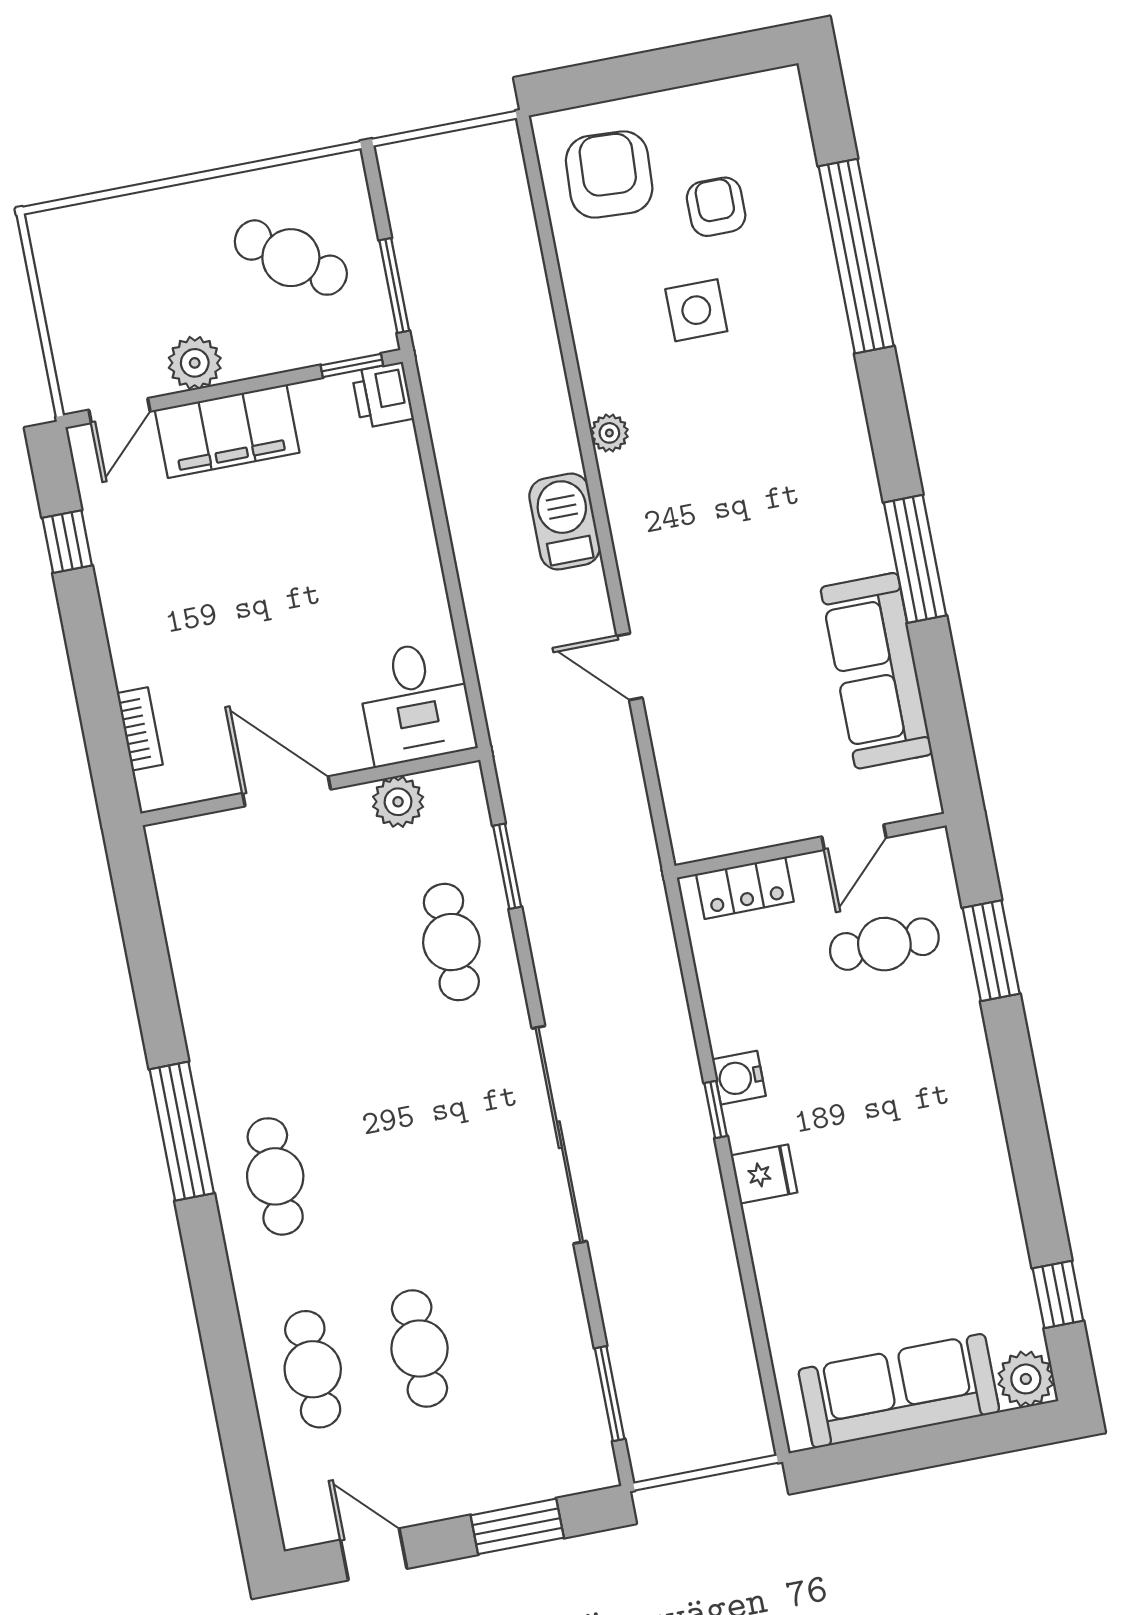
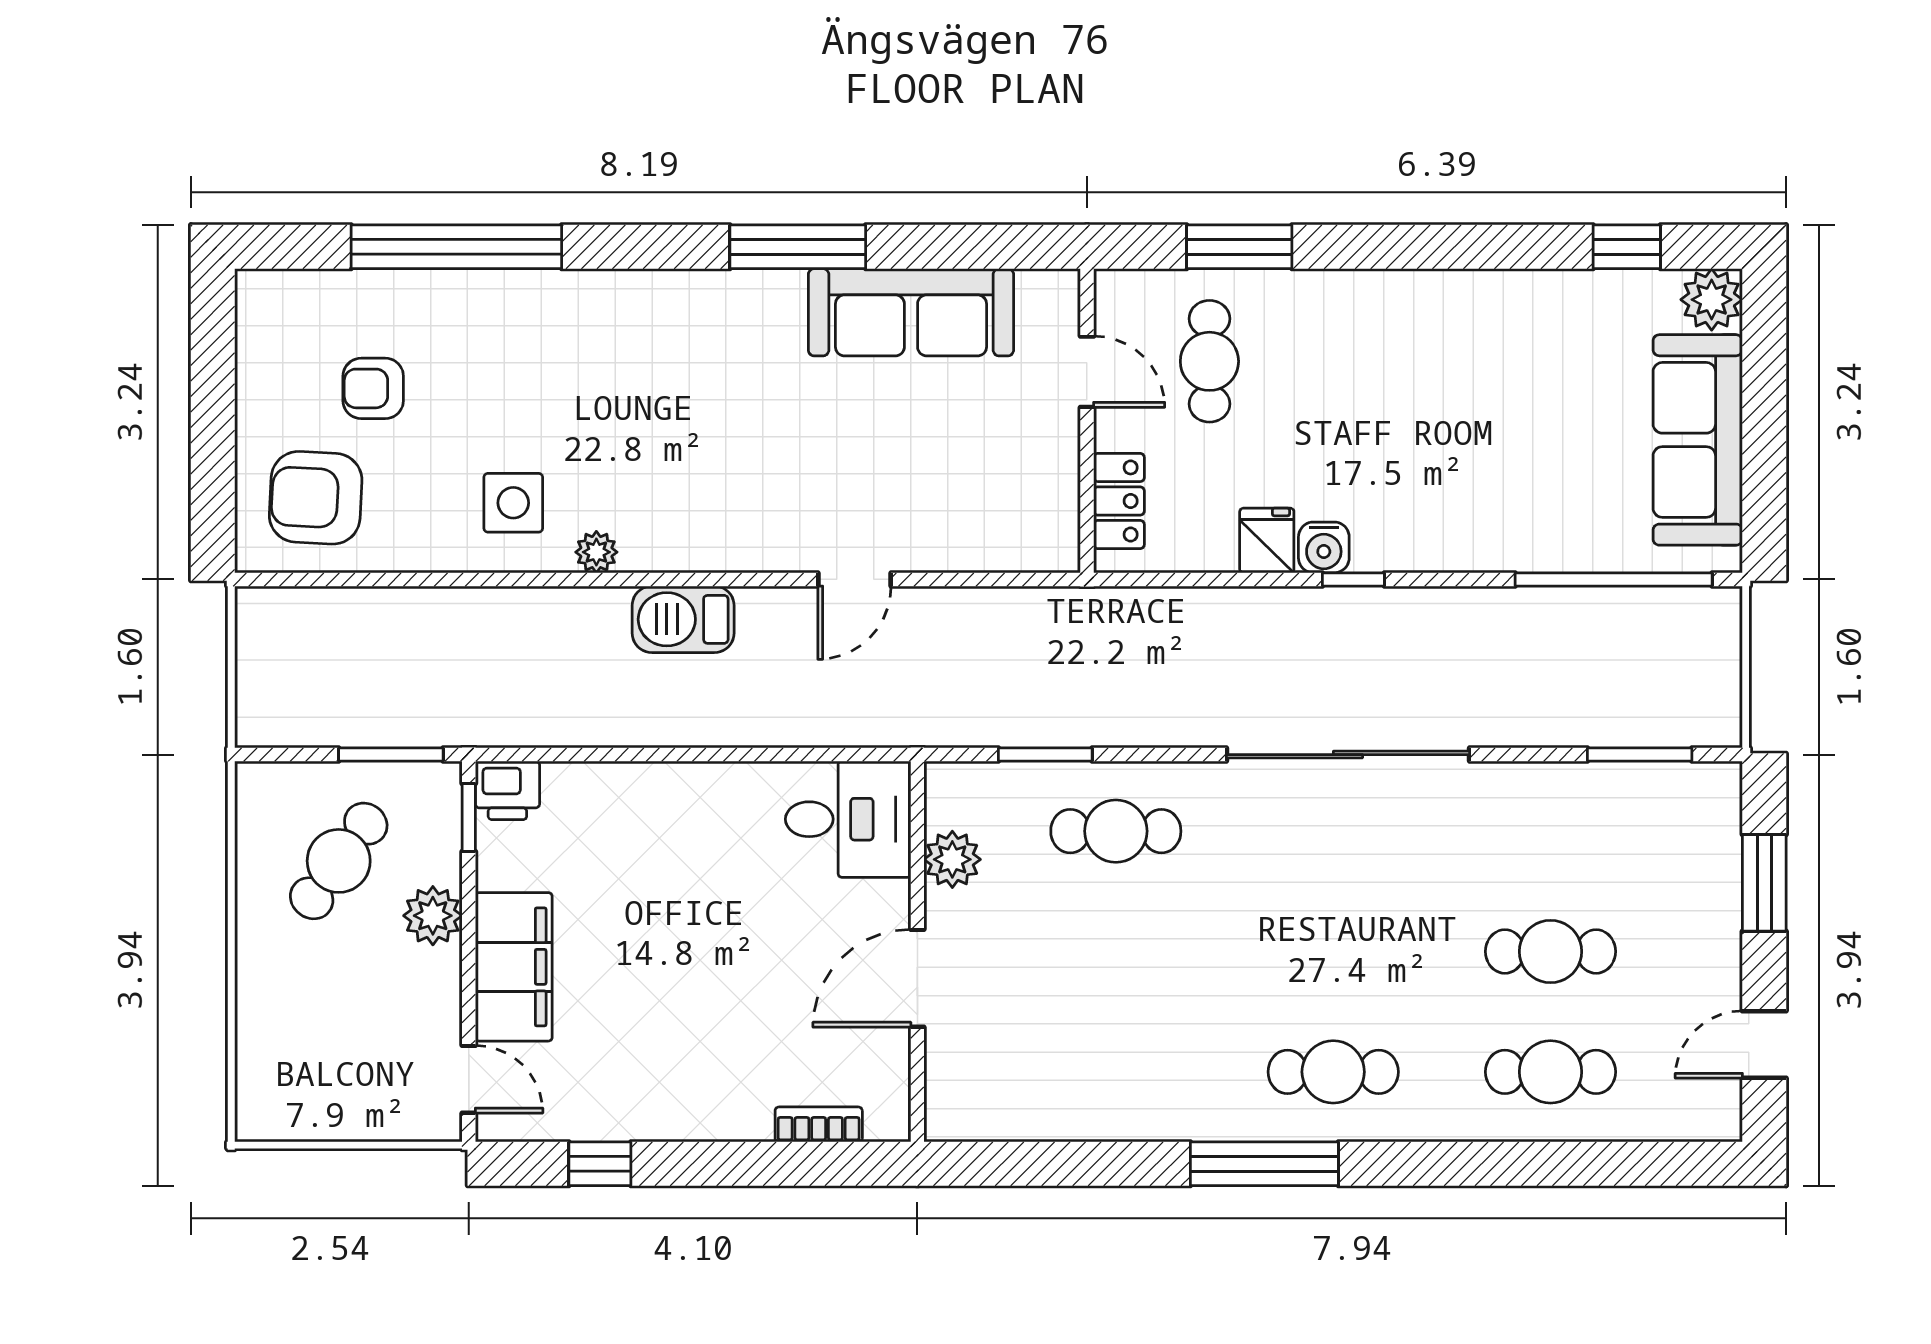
side table: (696, 310) -> (513, 503), moved
plant: (195, 363) -> (433, 916), moved
fridge: (764, 1174) -> (1267, 540), moved
window: (761, 1340) -> (1614, 579), added

